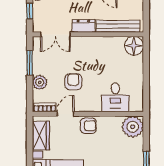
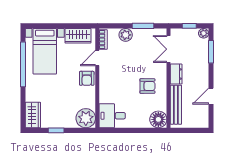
armchair: (73, 82) -> (147, 86), moved
desk: (115, 97) -> (112, 116), moved
door: (66, 114) -> (97, 58), swing flipped

